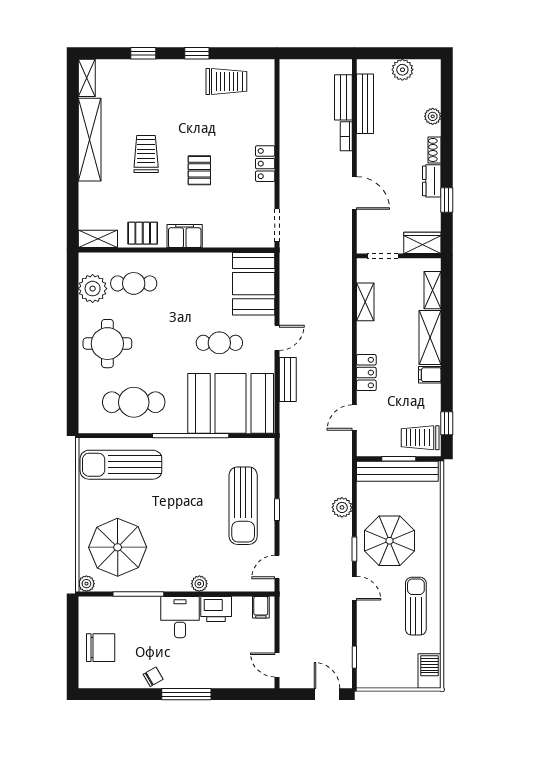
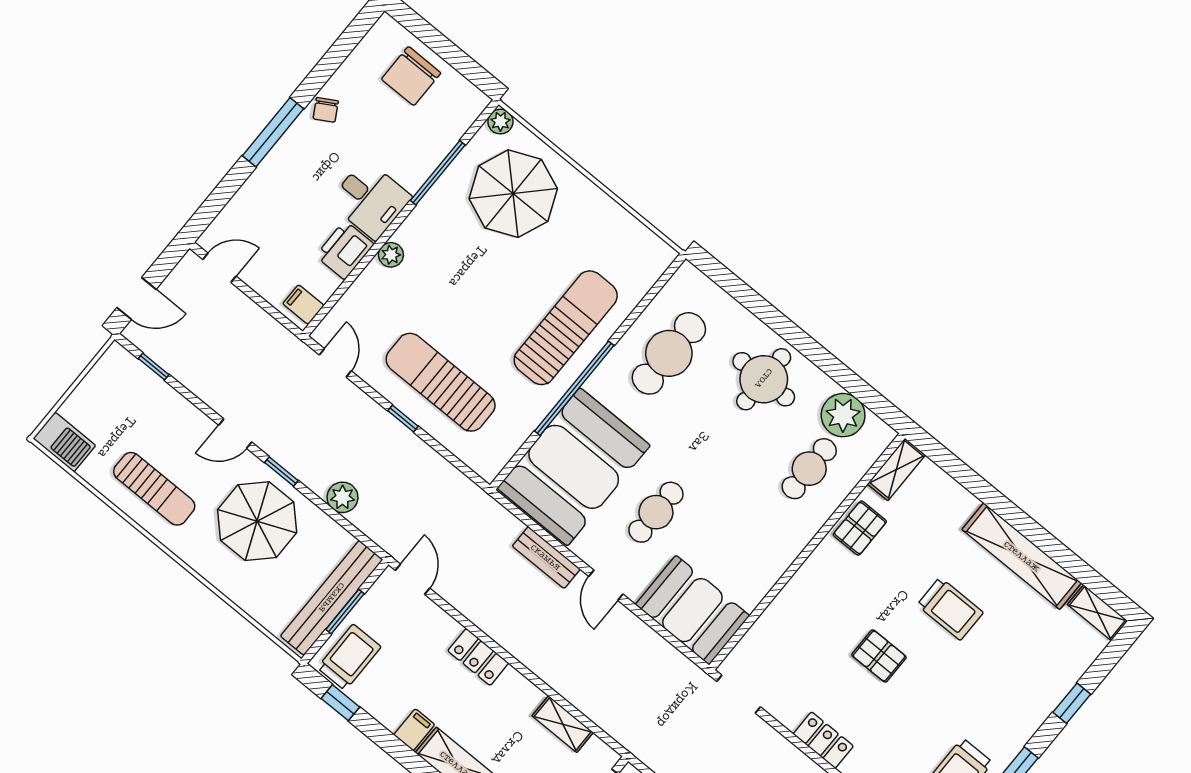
filing cabinet: (185, 236) -> (816, 575), removed
door: (354, 418) -> (413, 579), moved
sun lounger: (121, 465) -> (566, 328), moved

